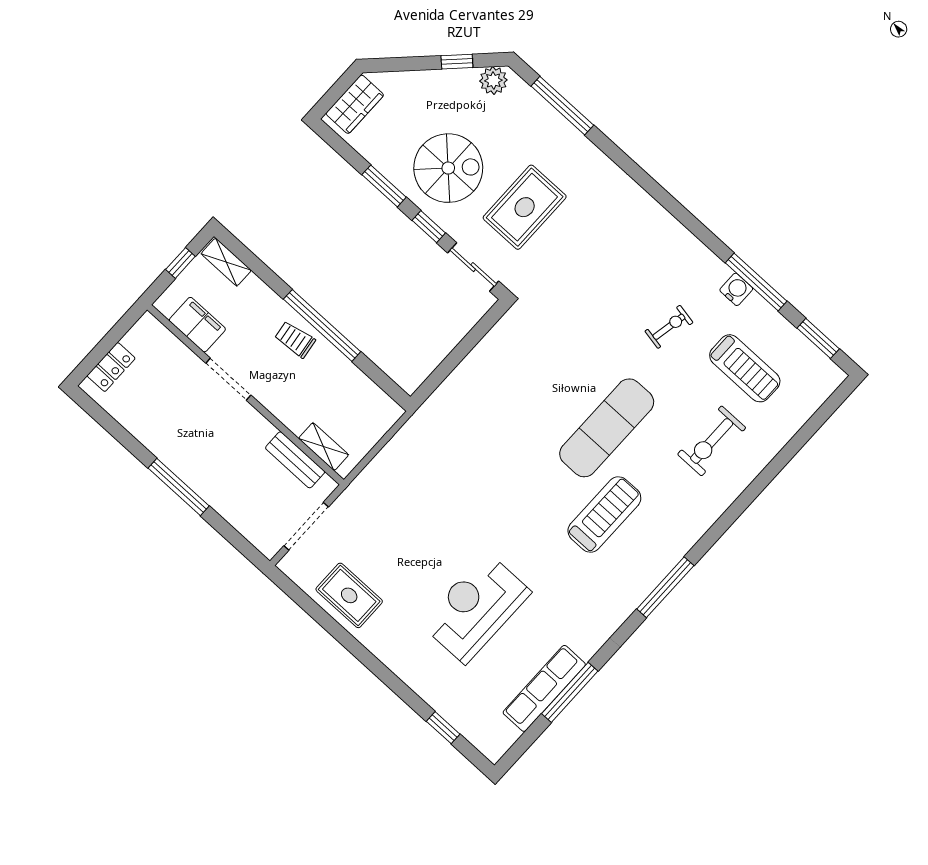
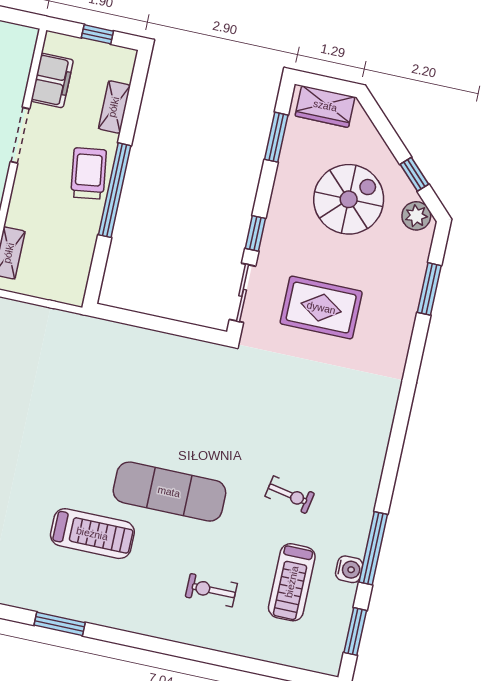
window: (562, 106) -> (429, 289), width x0.69
spiral stairs: (448, 168) -> (349, 199), moved, turned -90
window: (384, 186) -> (276, 137), moved
shelving: (226, 262) -> (114, 107), moved
water cooler: (736, 289) -> (349, 569), moved
trolley: (295, 339) -> (89, 174), width x1.36, depth x1.39
exercise bike: (712, 441) -> (211, 590), width x0.73, depth x0.72
window: (665, 587) -> (60, 624), width x0.69

